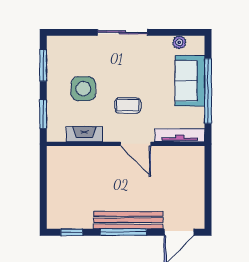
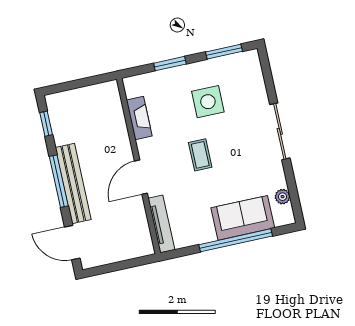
fireplace: (84, 134) -> (139, 118), moved
tv unit: (180, 135) -> (161, 224), moved
wall: (126, 144) -> (138, 166), moved
door: (136, 144) -> (141, 177), moved

